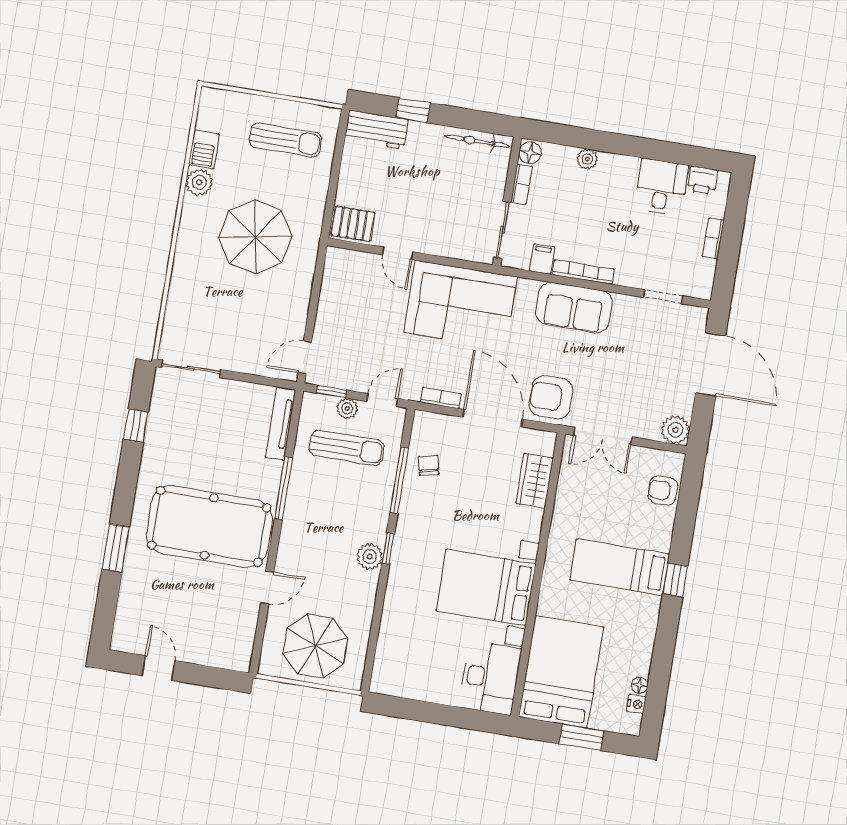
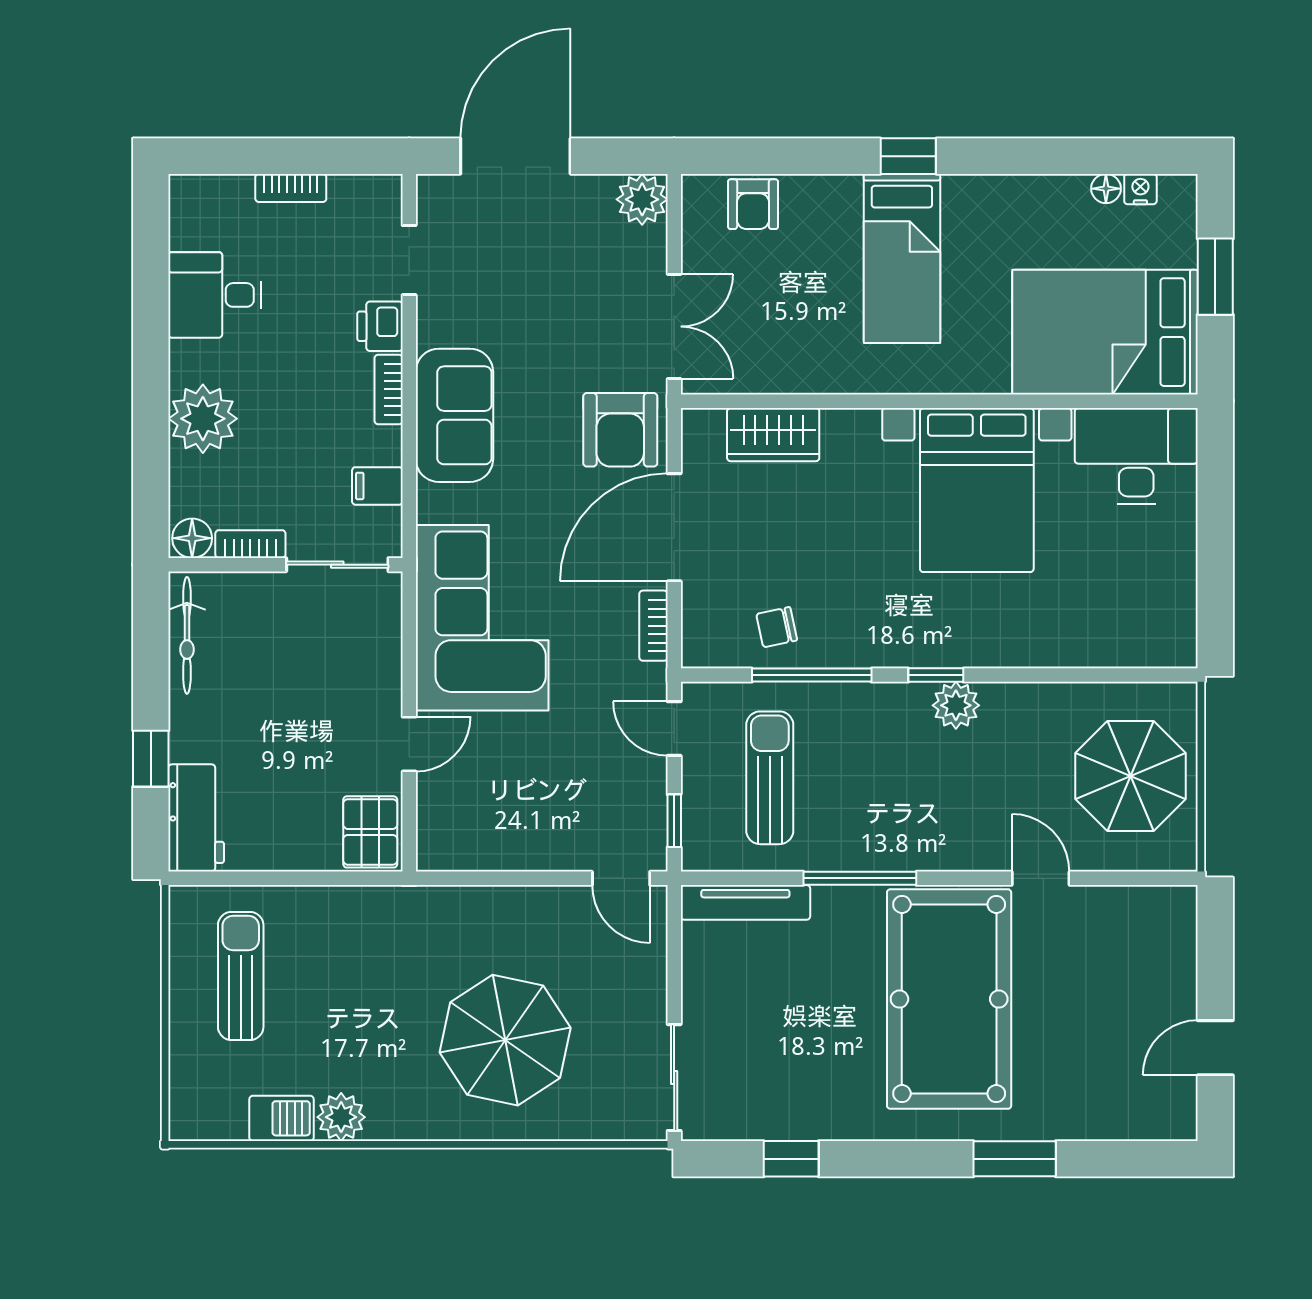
plant: (587, 159) -> (203, 419), width x1.88, depth x1.88
printer: (703, 180) -> (380, 326), moved, turned 180
parasol: (255, 237) -> (505, 1040), moved
bookcase: (583, 272) -> (389, 389), width x0.64
plant: (347, 408) -> (700, 788), removed

